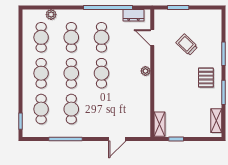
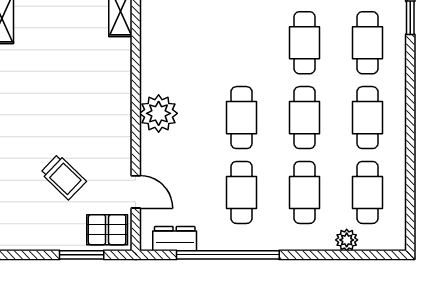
plant: (145, 71) -> (159, 113), width x1.88, depth x1.88
pallet: (206, 78) -> (107, 230), moved, turned 90

